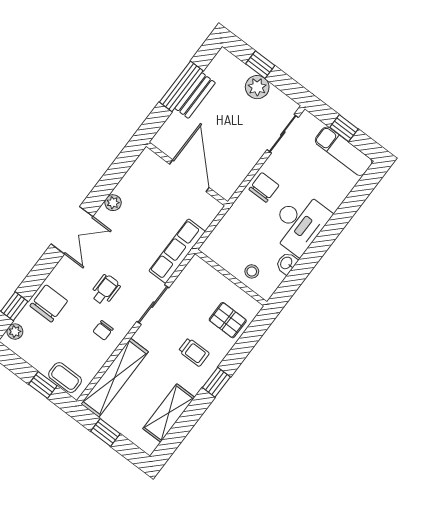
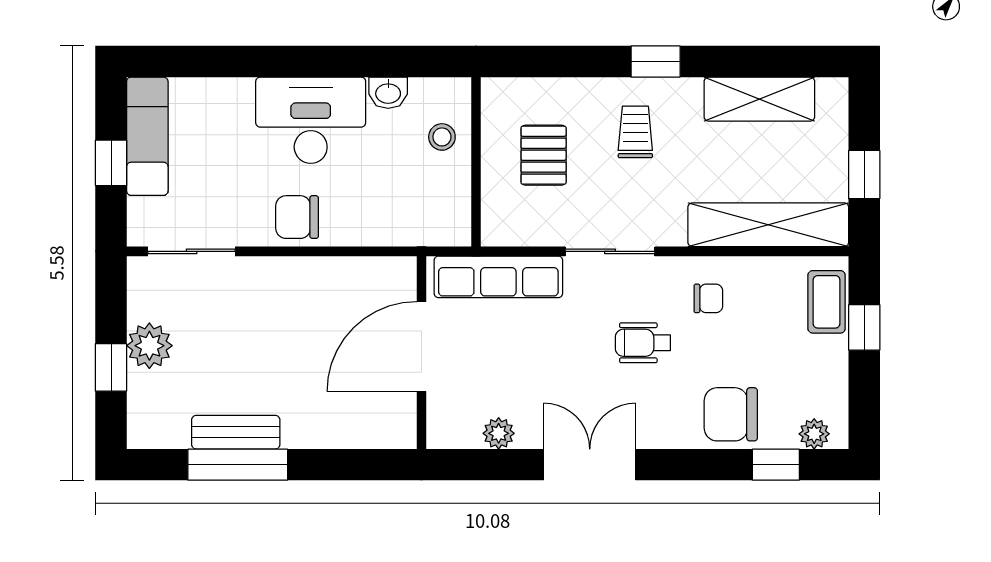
wall: (187, 174) -> (422, 353), moved
door: (189, 176) -> (422, 346), moved
pallet: (228, 320) -> (544, 155), moved

